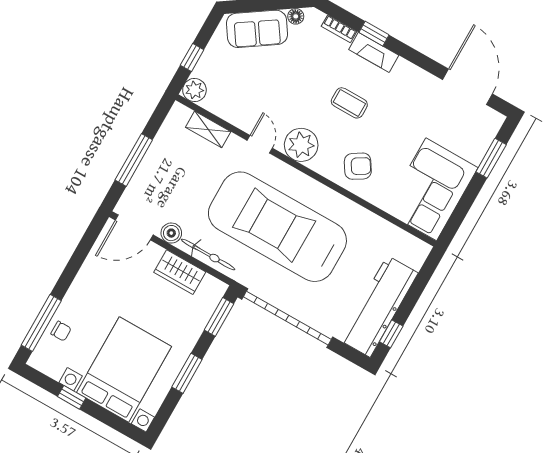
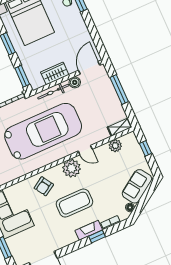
plant: (194, 90) -> (115, 146), moved
coffee table: (349, 103) -> (74, 203), width x1.86, depth x1.72
shelving: (208, 129) -> (120, 127), moved

